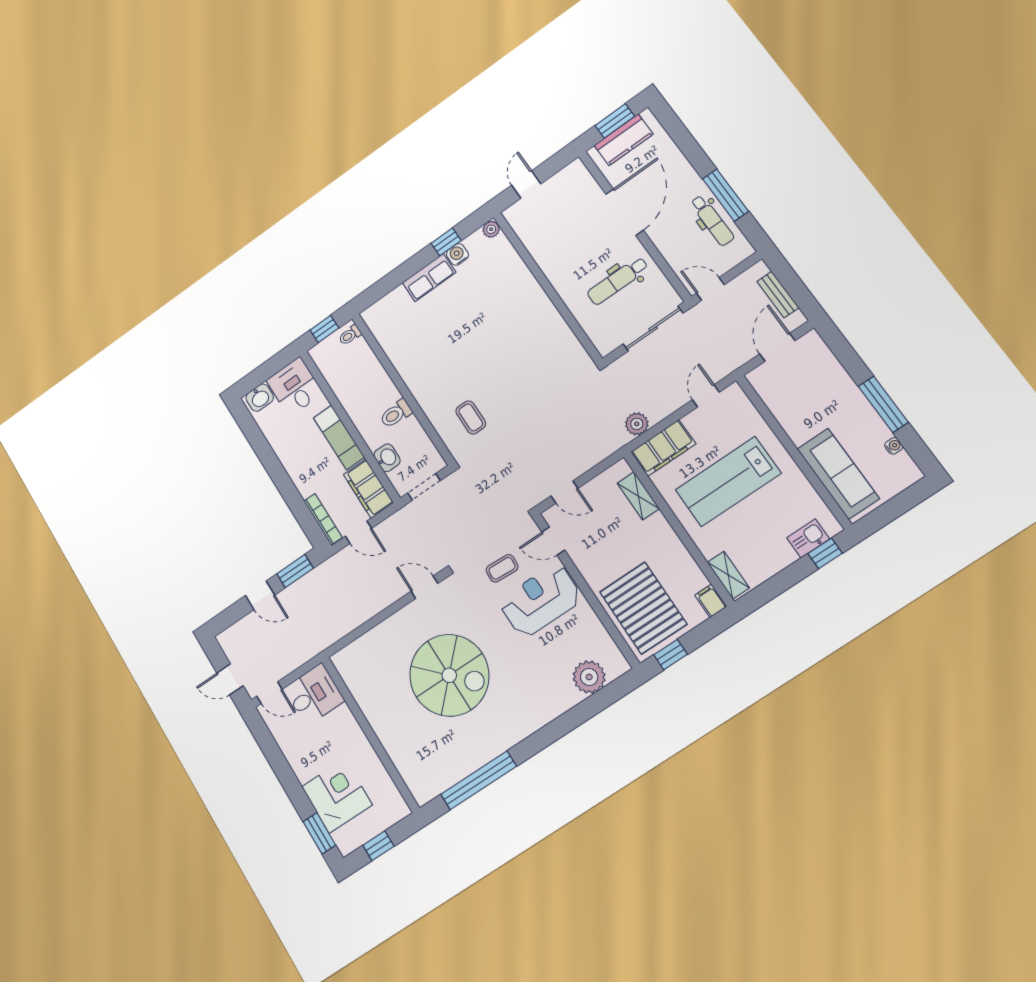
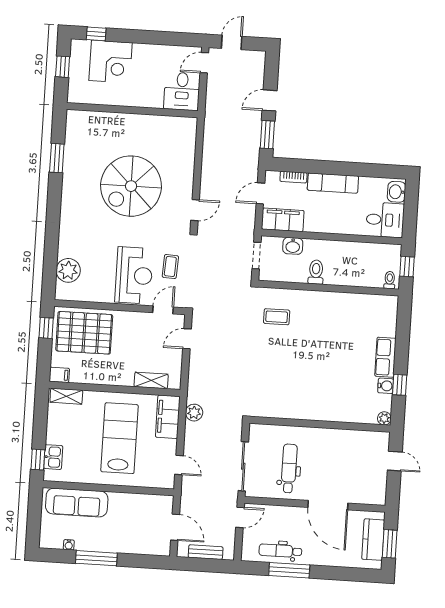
exam couch: (339, 438) -> (333, 183), moved, turned 180
bookcase: (323, 519) -> (294, 177), width x0.64
window: (479, 780) -> (57, 158), width x0.47
window: (319, 833) -> (96, 34), width x0.67

